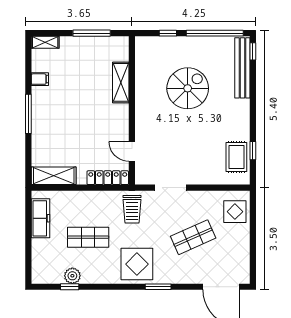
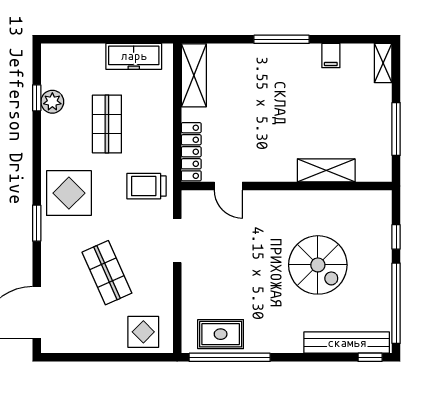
door: (132, 151) -> (228, 186), swing flipped
window: (253, 151) -> (230, 357), width x3.17

